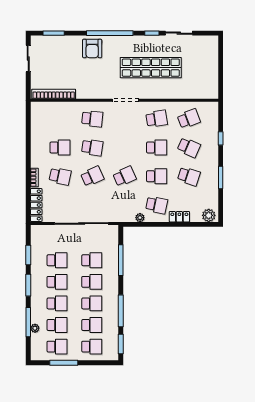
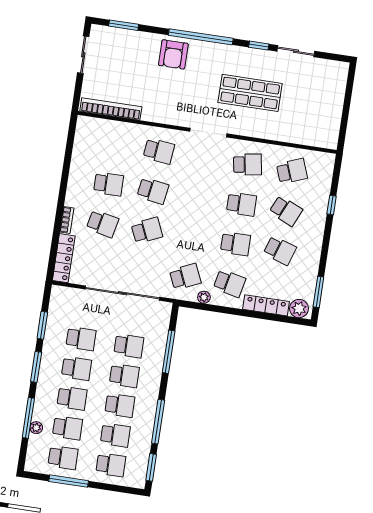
shop shelf: (151, 68) -> (250, 93), width x0.71
school desk: (124, 176) -> (185, 277), moved
window: (221, 177) -> (318, 292), moved
locker: (179, 217) -> (266, 305), width x1.53

